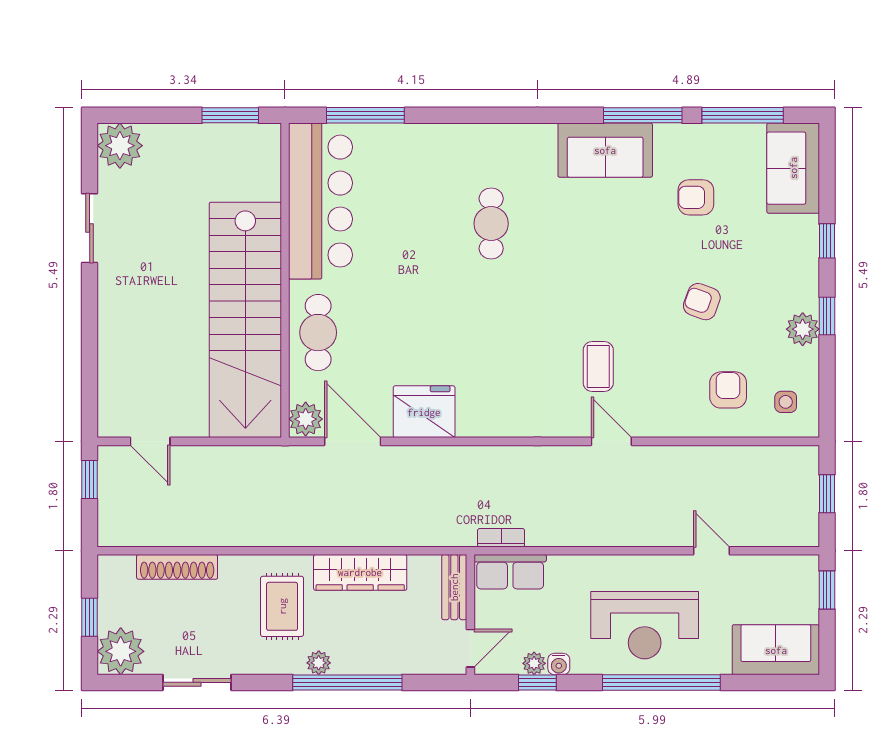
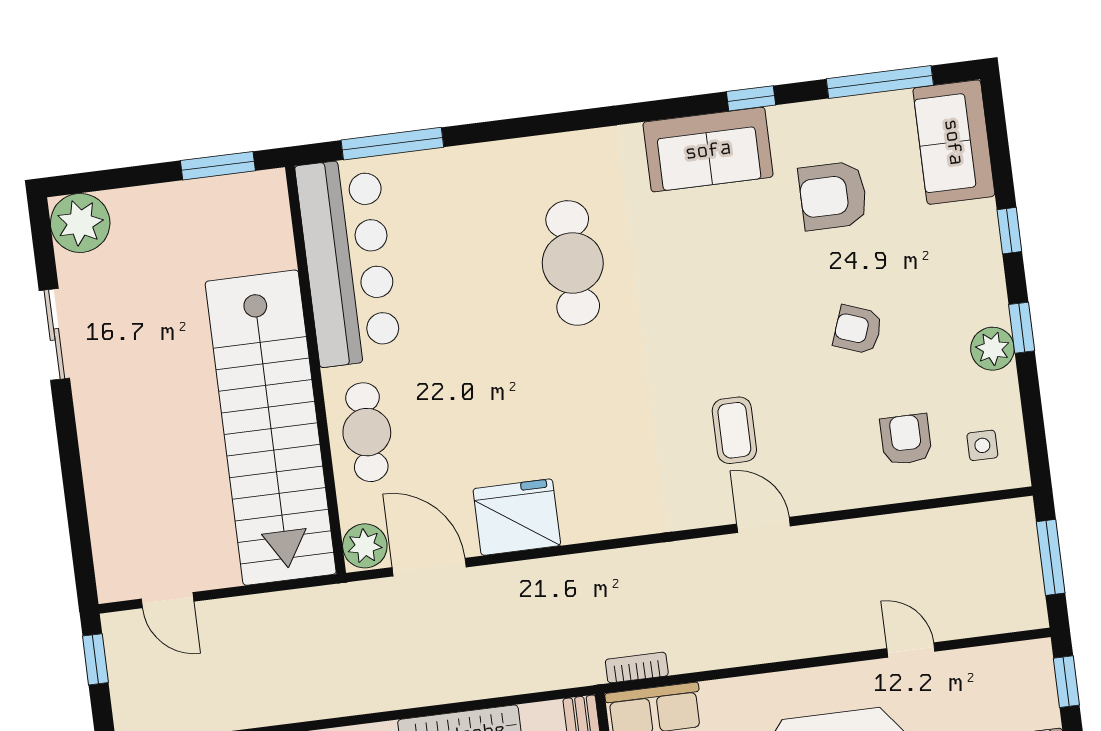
window: (643, 115) -> (751, 98), width x0.46
armchair: (696, 197) -> (833, 196), width x1.38, depth x1.38
cafe table: (491, 224) -> (573, 263), width x1.37, depth x1.35
window: (827, 494) -> (1051, 557), width x1.50

